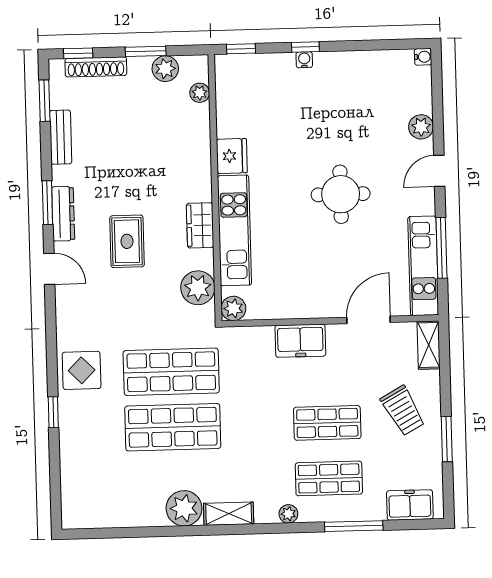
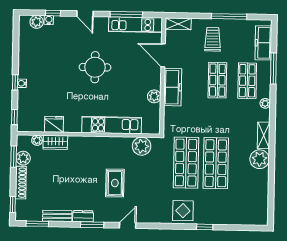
window: (146, 51) -> (14, 157), moved
water cooler: (423, 57) -> (49, 20), moved
shoe rack: (96, 67) -> (21, 183), moved
window: (438, 111) -> (53, 13), added
plant: (421, 127) -> (37, 22), moved
fridge: (232, 156) -> (54, 124), moved
dresser: (63, 214) -> (83, 216), moved, width x0.70
wardrobe: (200, 225) -> (55, 142), moved
rug: (127, 241) -> (115, 183), turned 90
plant: (233, 308) -> (154, 96), moved
freezer: (300, 341) -> (173, 87), width x1.40
trolley: (403, 411) -> (213, 39), turned -61
window: (447, 439) -> (229, 16), width x1.44
freezer: (410, 505) -> (263, 43), width x1.40

